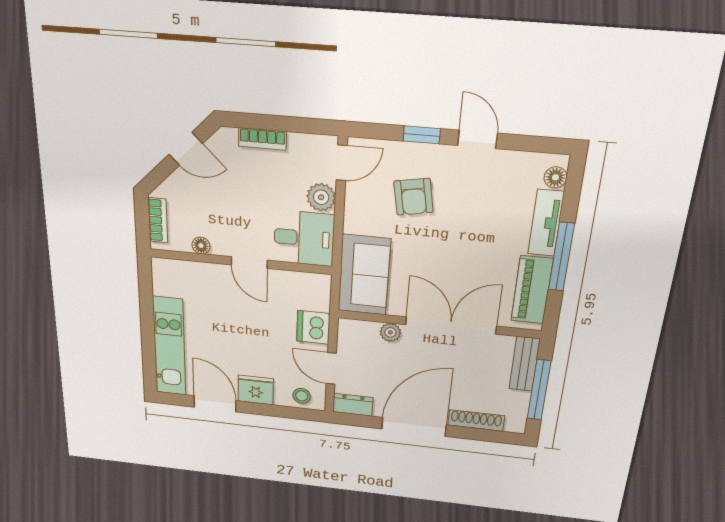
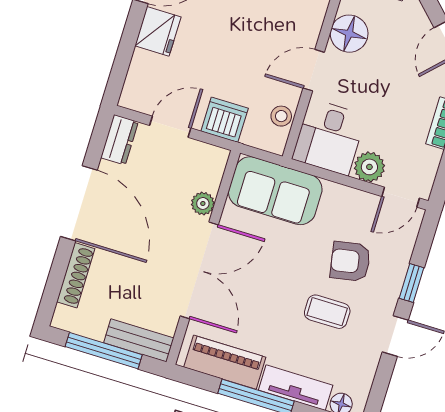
door: (342, 163) -> (401, 197), hinge flipped
coffee table: (466, 208) -> (327, 312), added
floor lamp: (201, 246) -> (349, 34), width x1.89, depth x1.89
stool: (302, 396) -> (281, 116), moved

